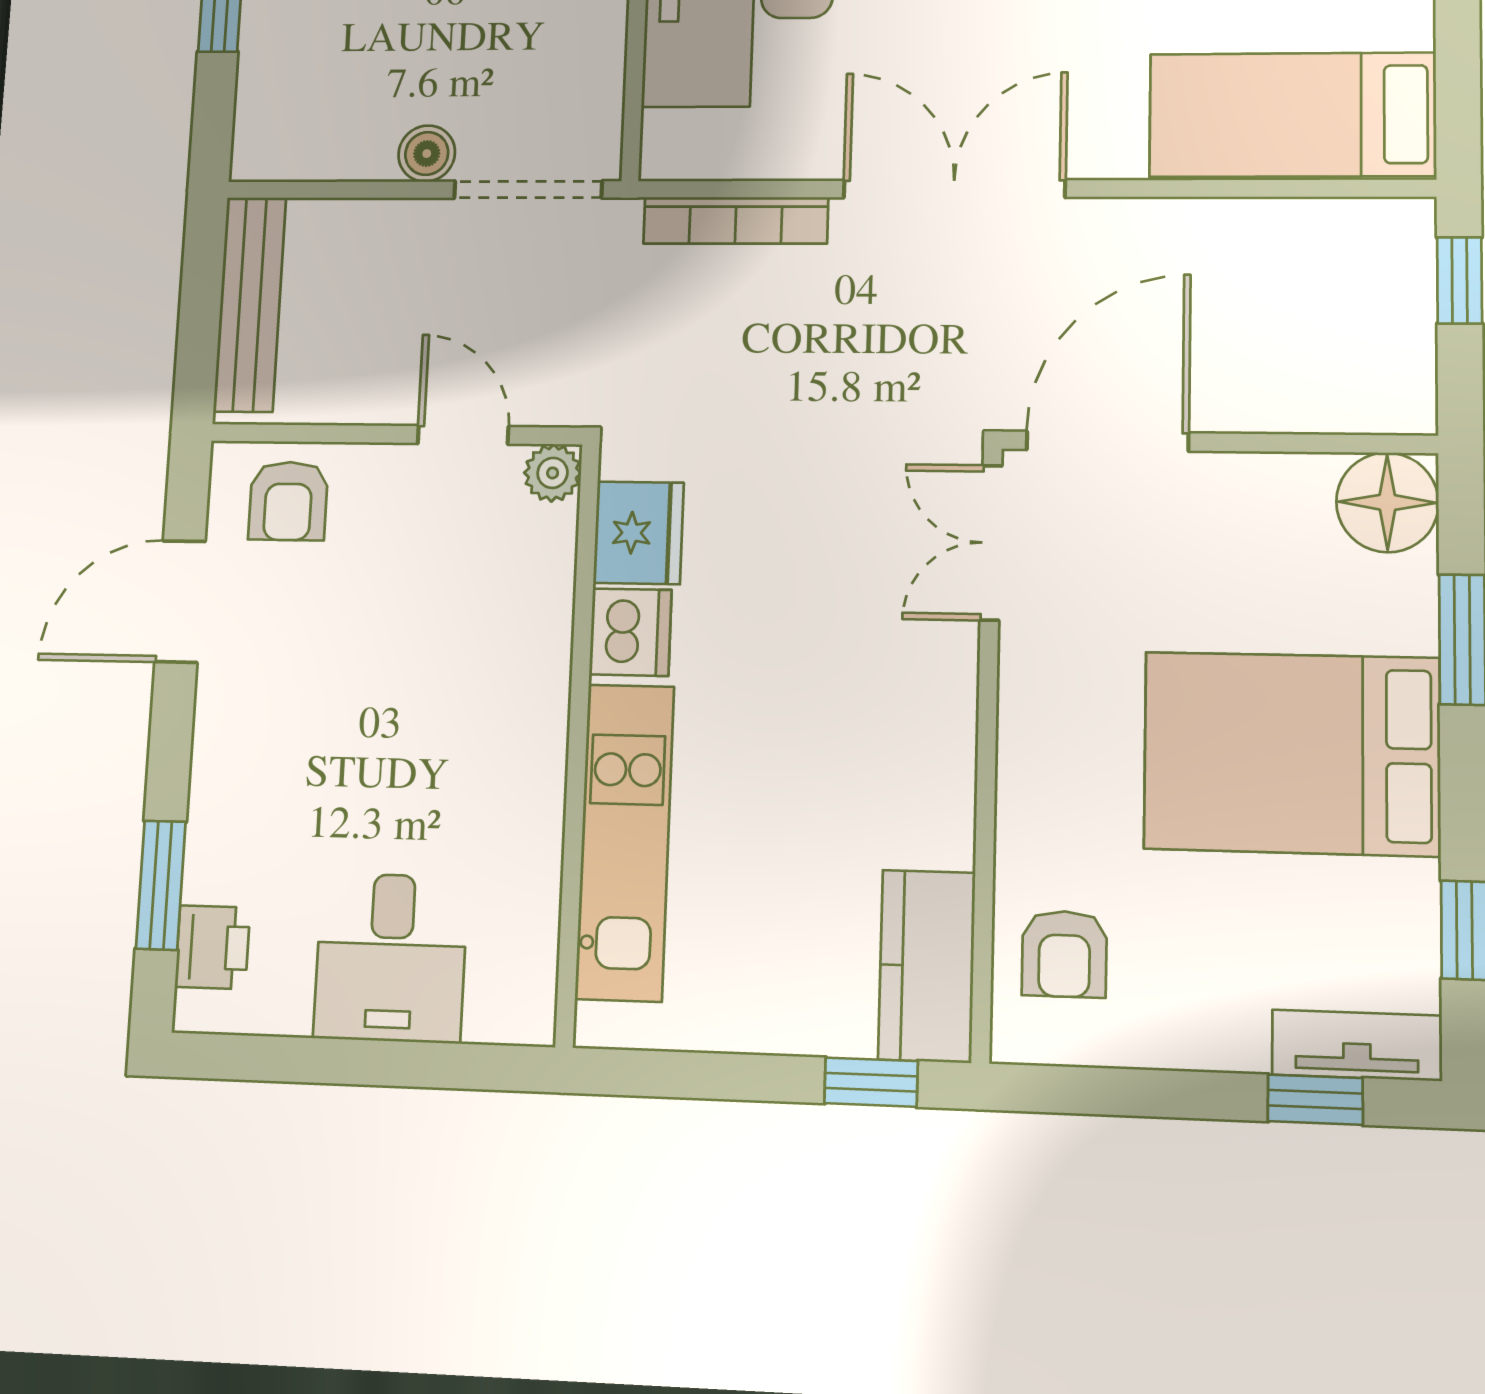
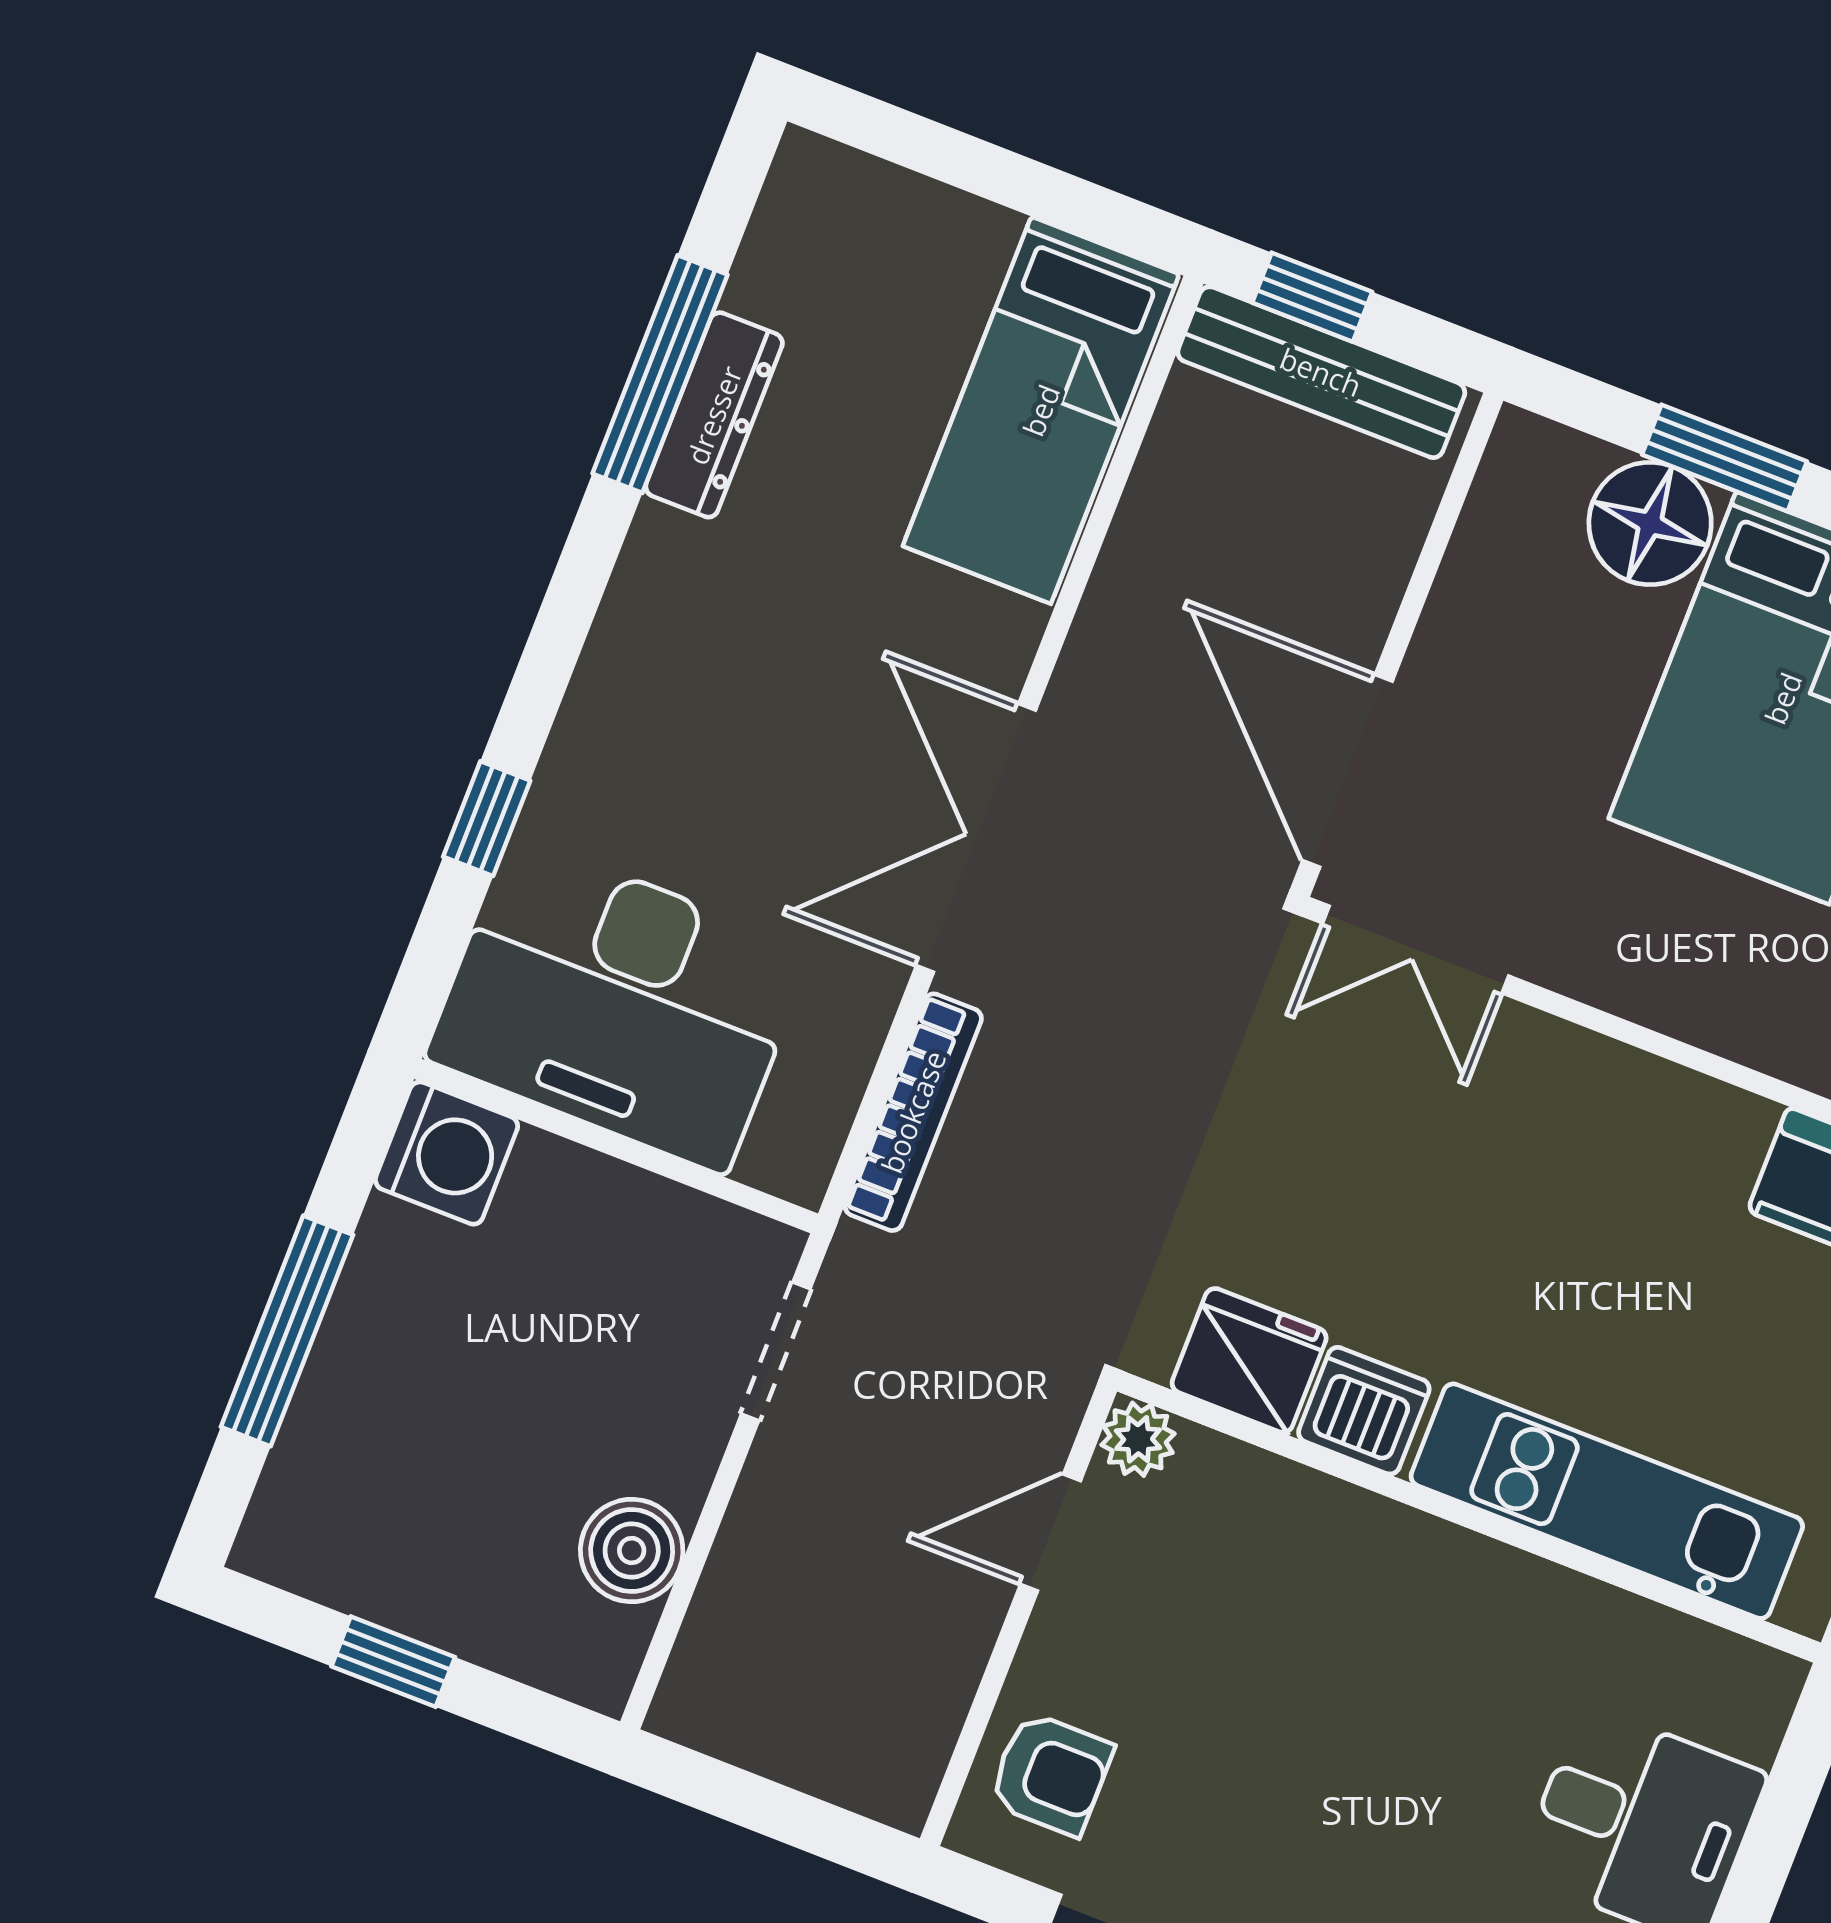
boiler: (427, 154) -> (632, 1551), moved, width x1.36, depth x1.36
doorway: (528, 190) -> (776, 1351), width x0.73
bench: (250, 304) -> (1321, 372), moved
floor lamp: (1387, 502) -> (1650, 524), moved

